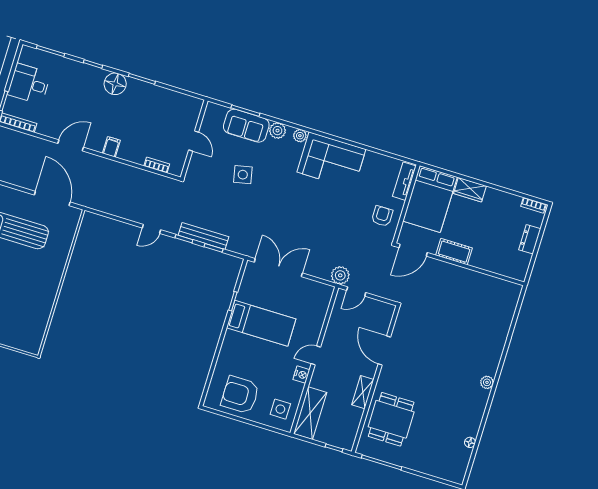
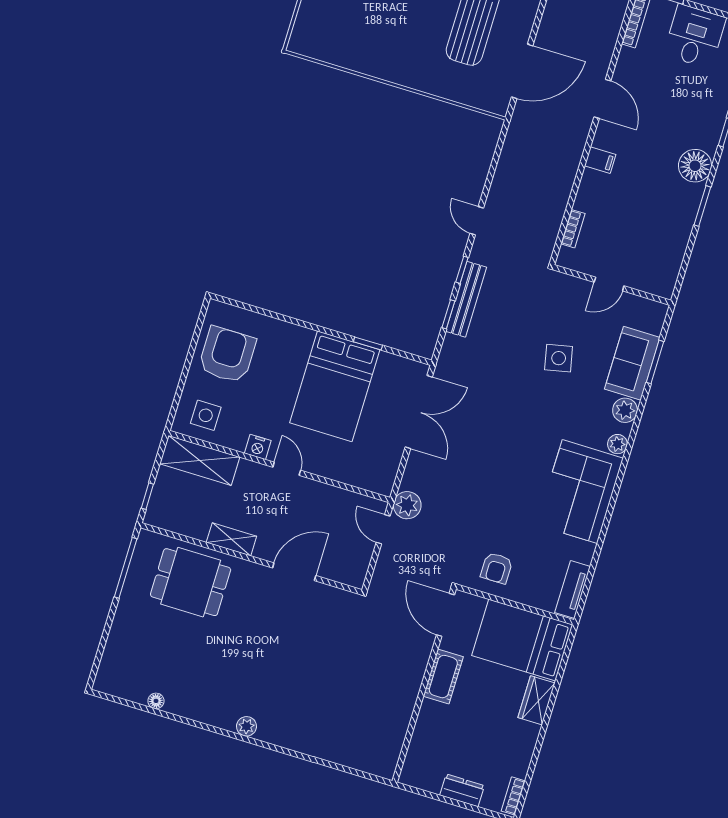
tv unit: (404, 181) -> (573, 590), moved, turned -90
armchair: (382, 216) -> (497, 568), turned 90
bed: (261, 323) -> (335, 386), width x1.50

